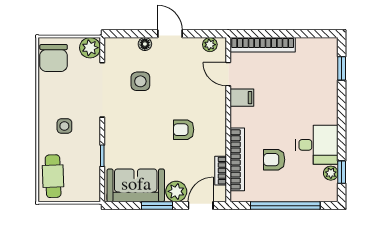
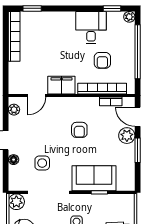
bookcase: (263, 45) -> (14, 36), moved
filing cabinet: (242, 98) -> (61, 85), width x2.00
plant: (331, 173) -> (129, 17), moved
sofa: (136, 185) -> (94, 178), moved, turned 90

